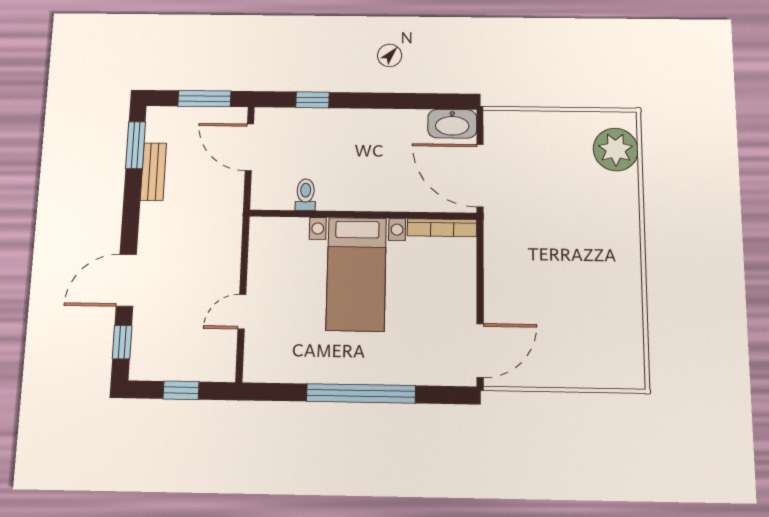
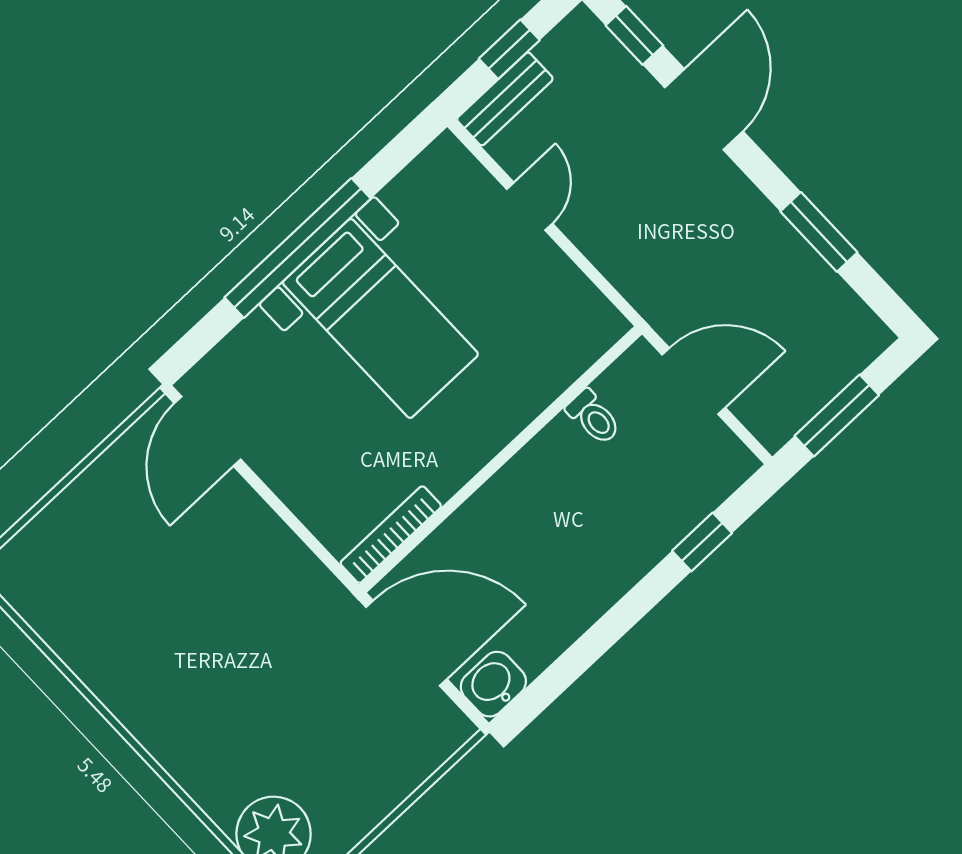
washbasin: (452, 124) -> (493, 684), width x0.72
window: (136, 145) -> (819, 232), moved
door: (249, 147) -> (694, 381), moved
bench: (153, 172) -> (505, 99), moved, turned 90
bed with nightstands: (356, 274) -> (380, 318), moved, turned 180

